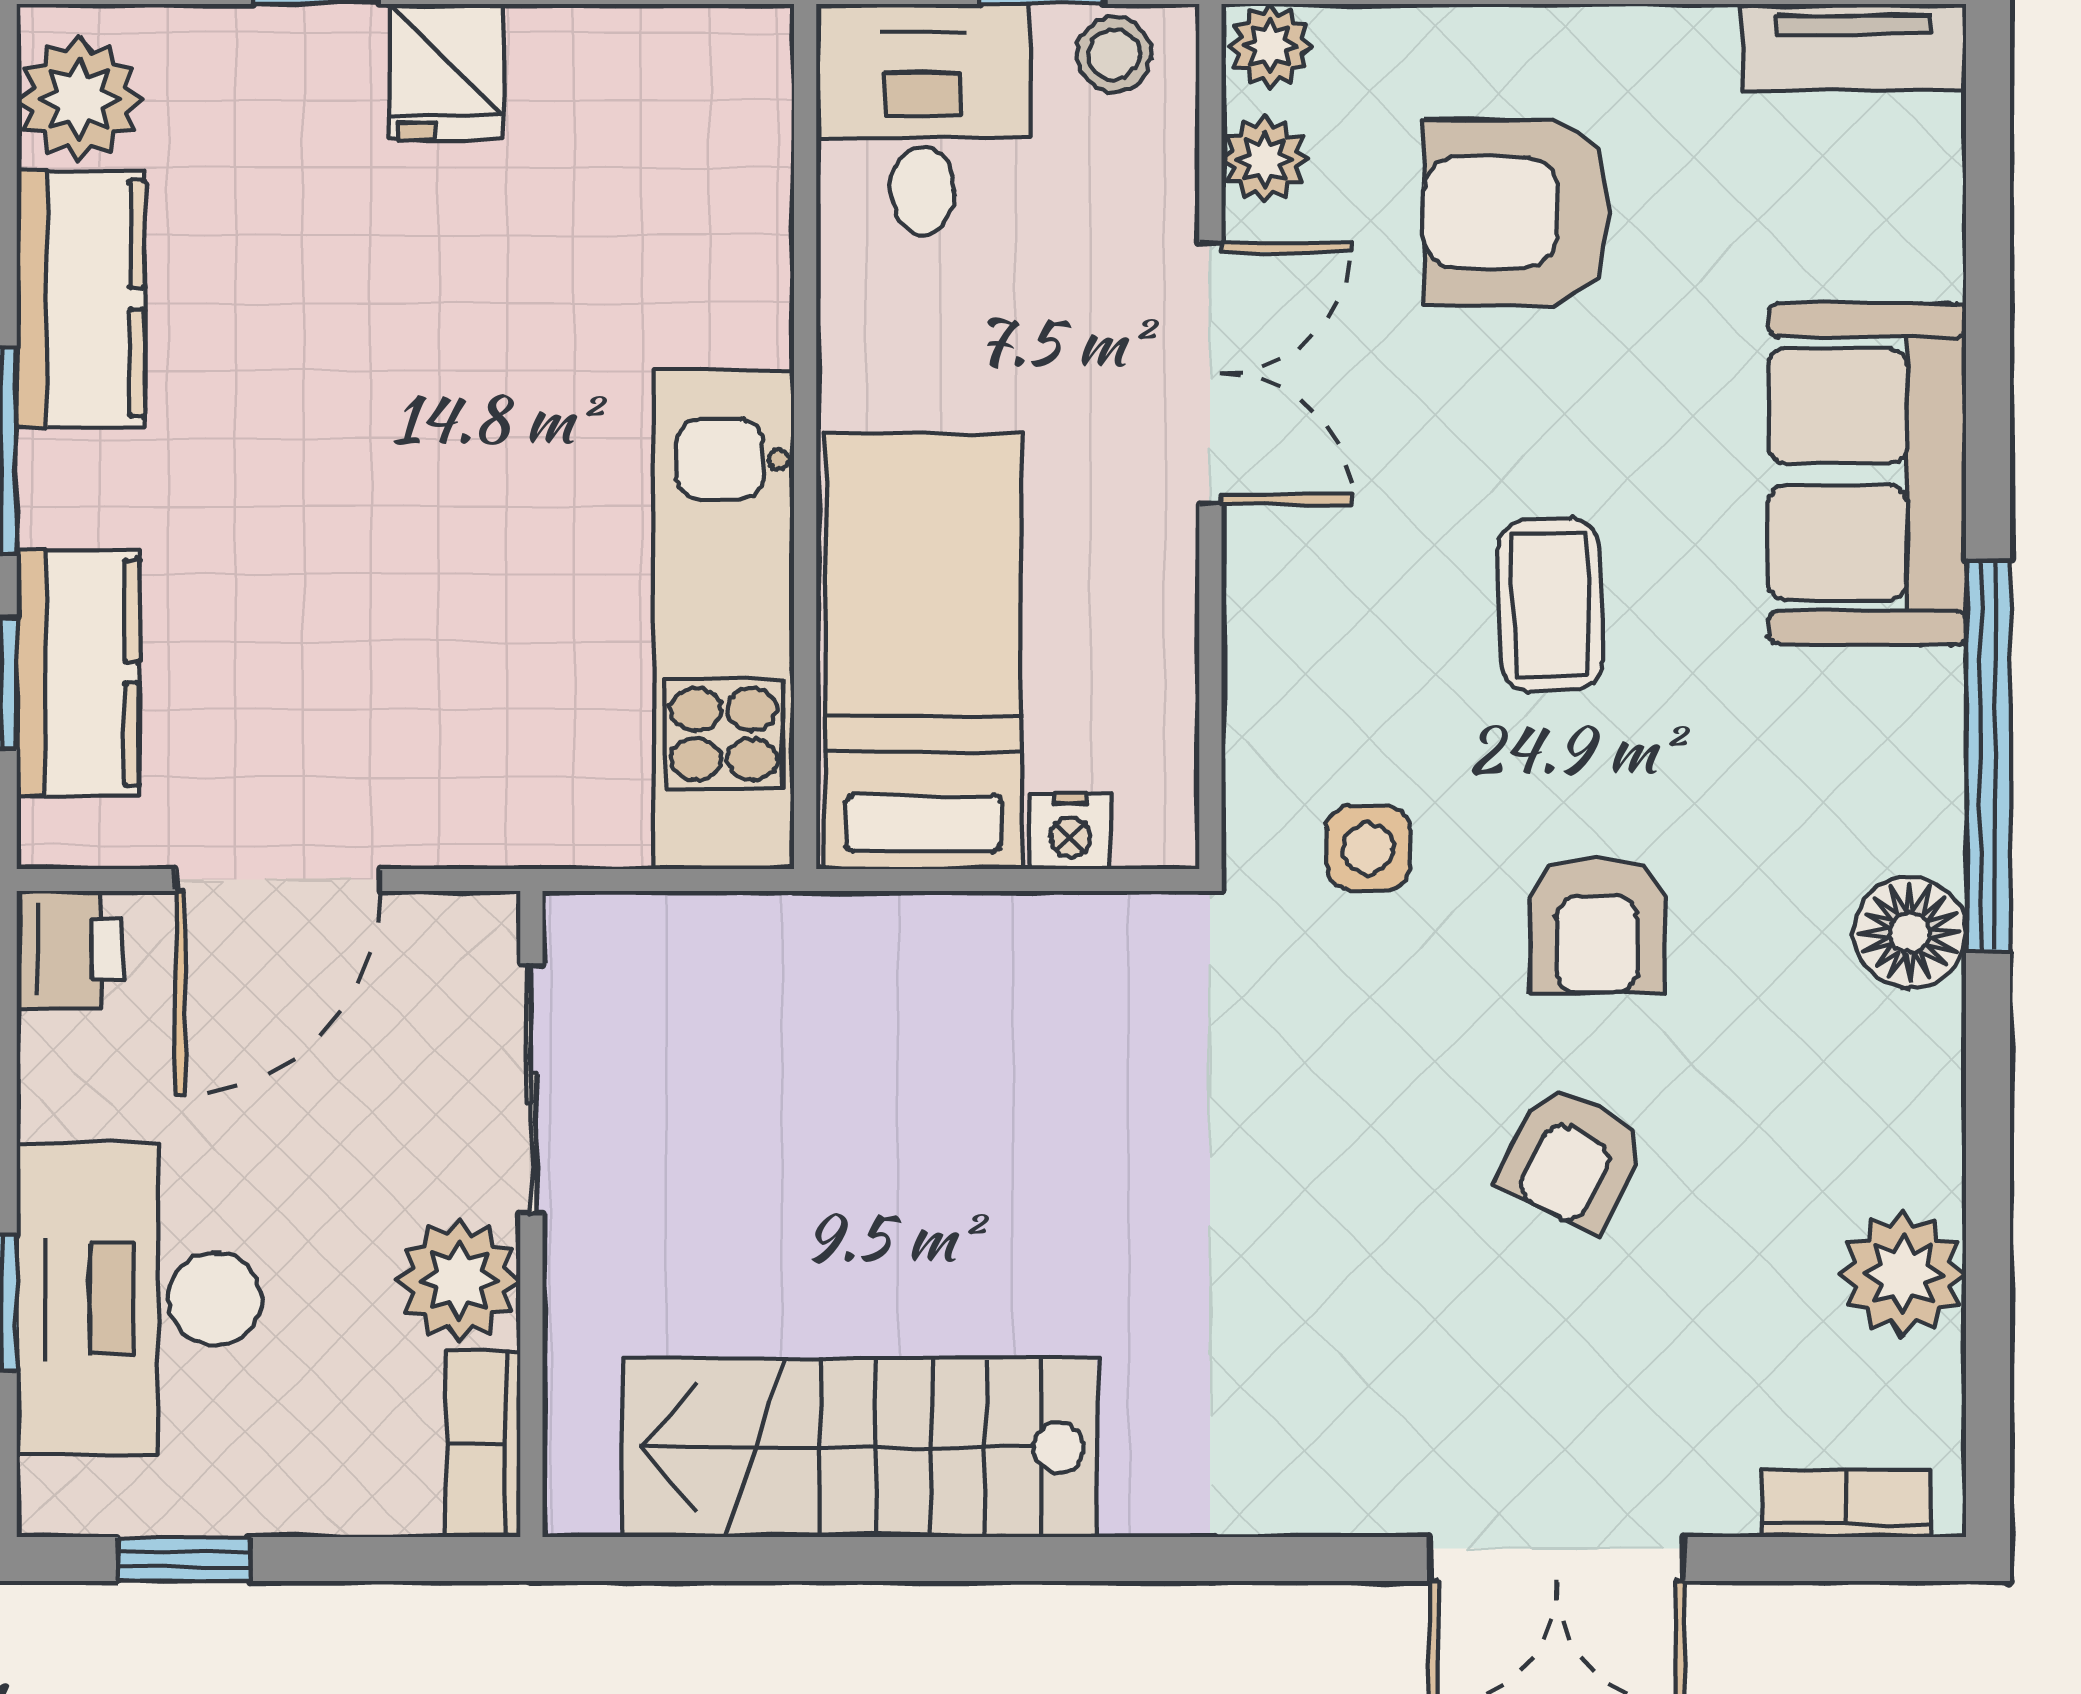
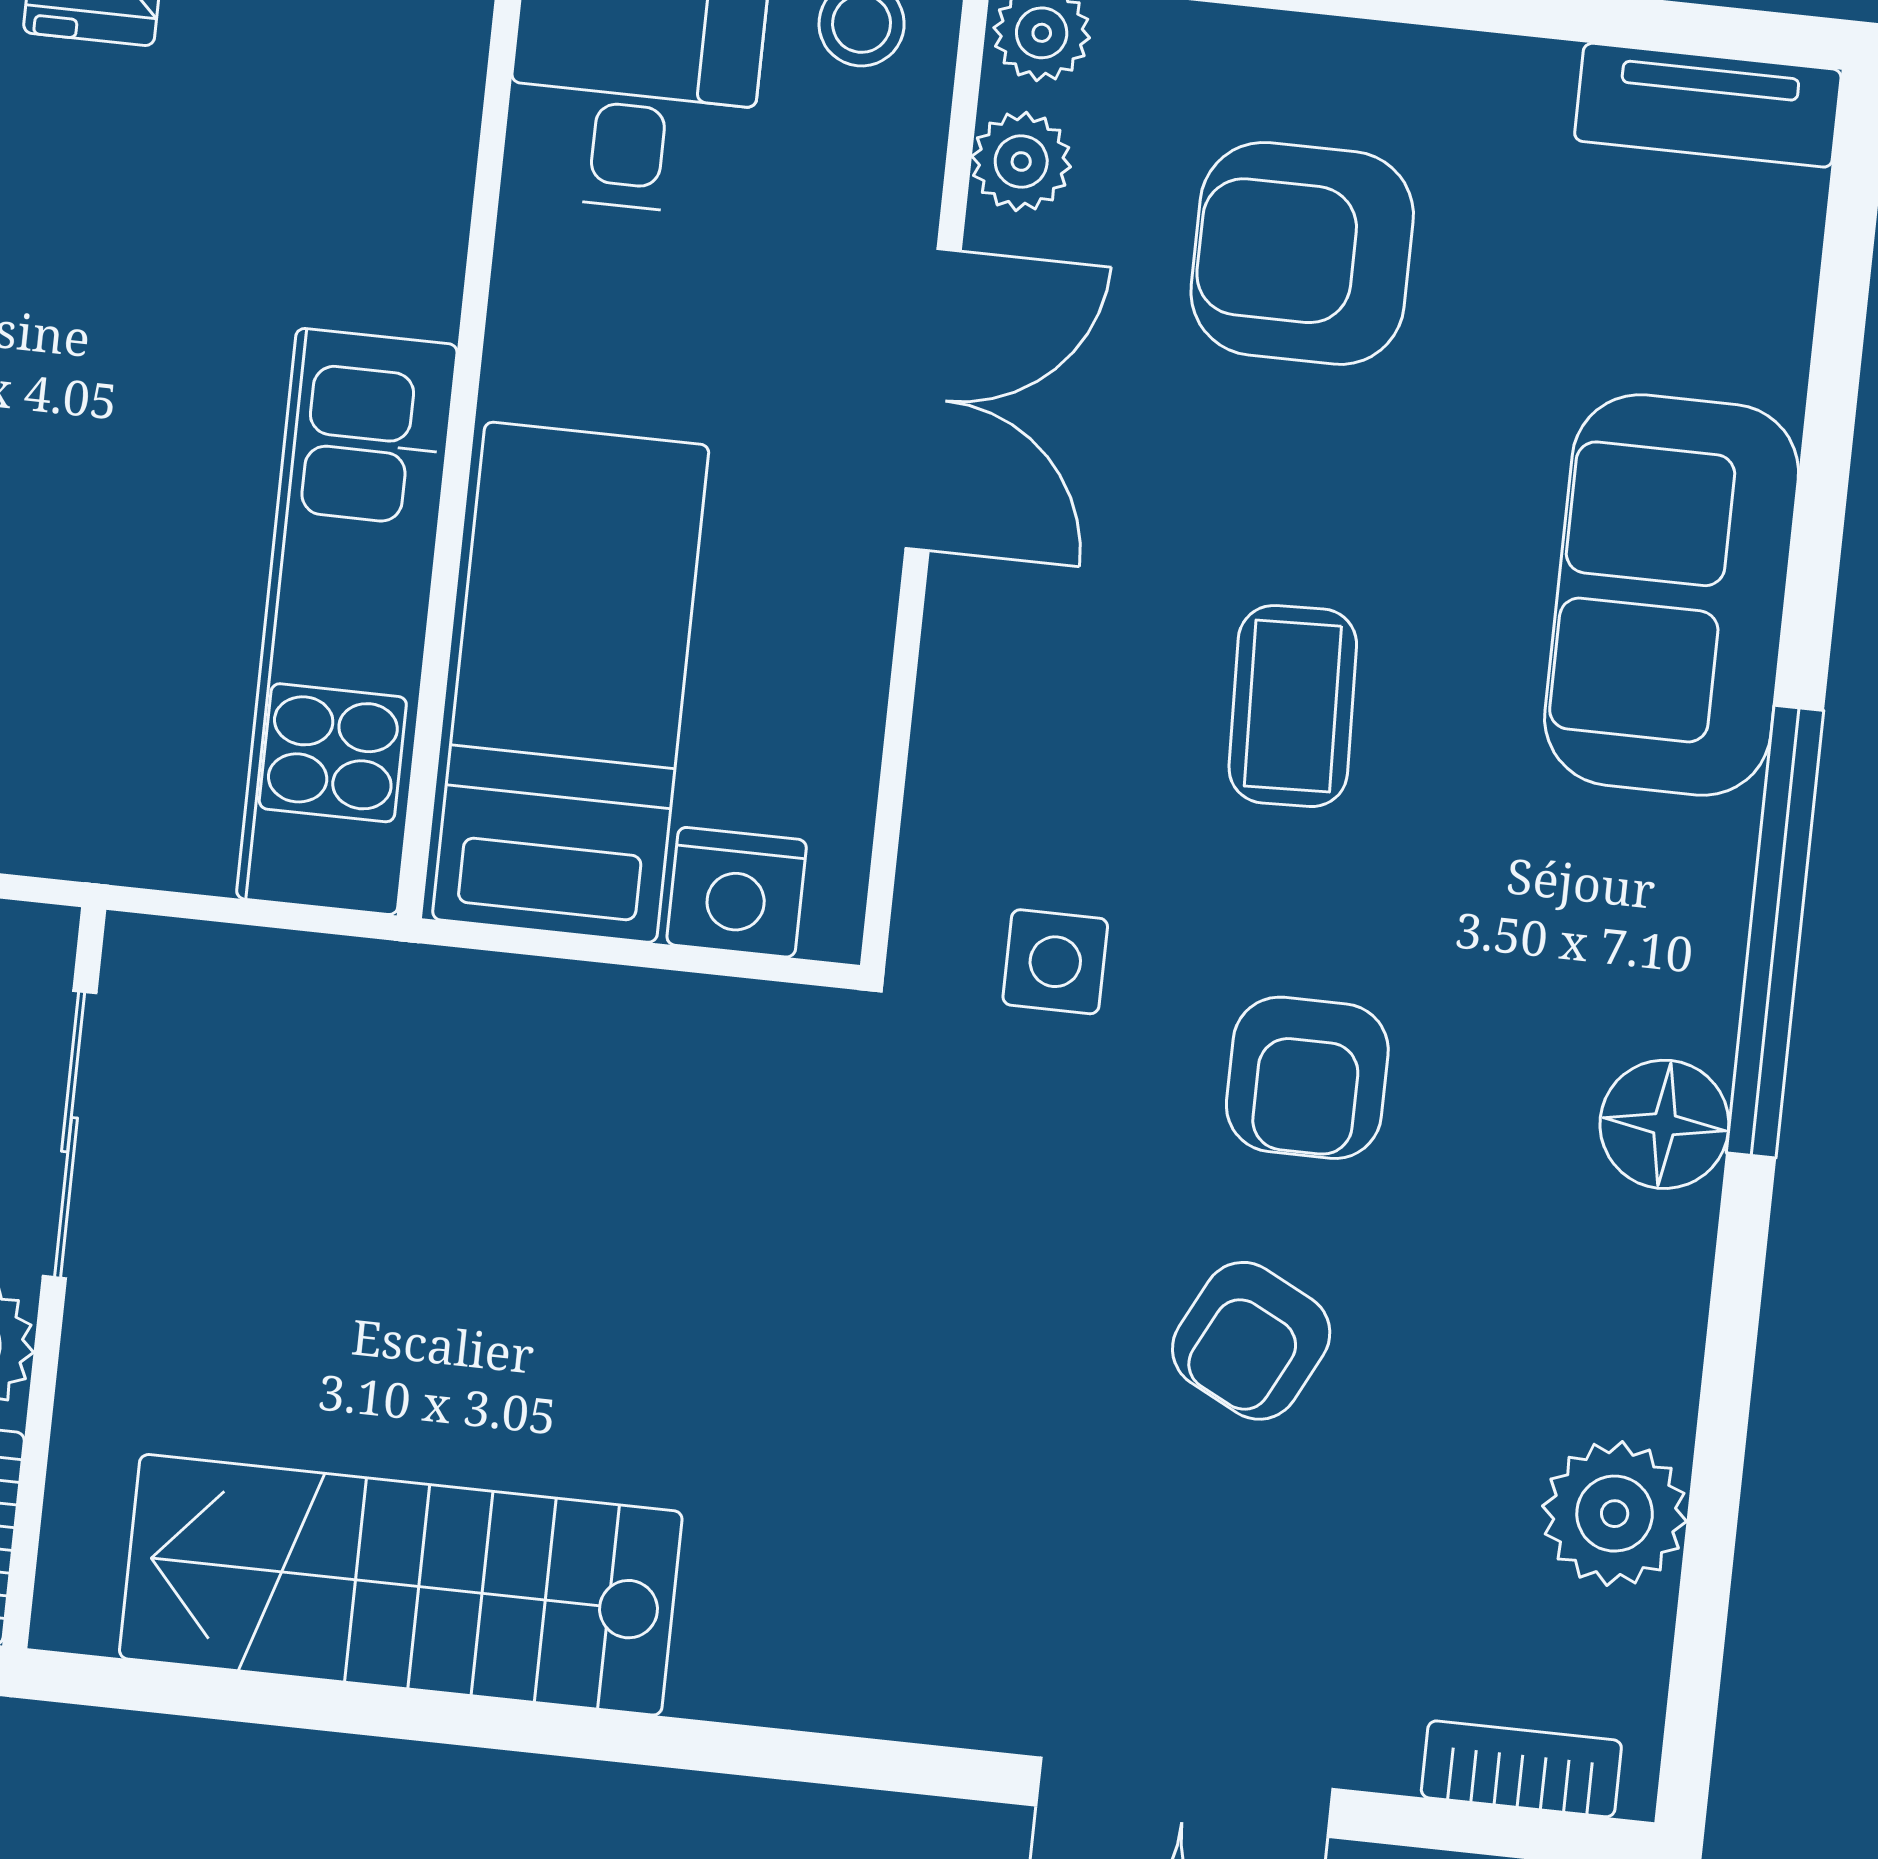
nightstand: (1070, 831) -> (737, 892), width x1.39, depth x1.35

